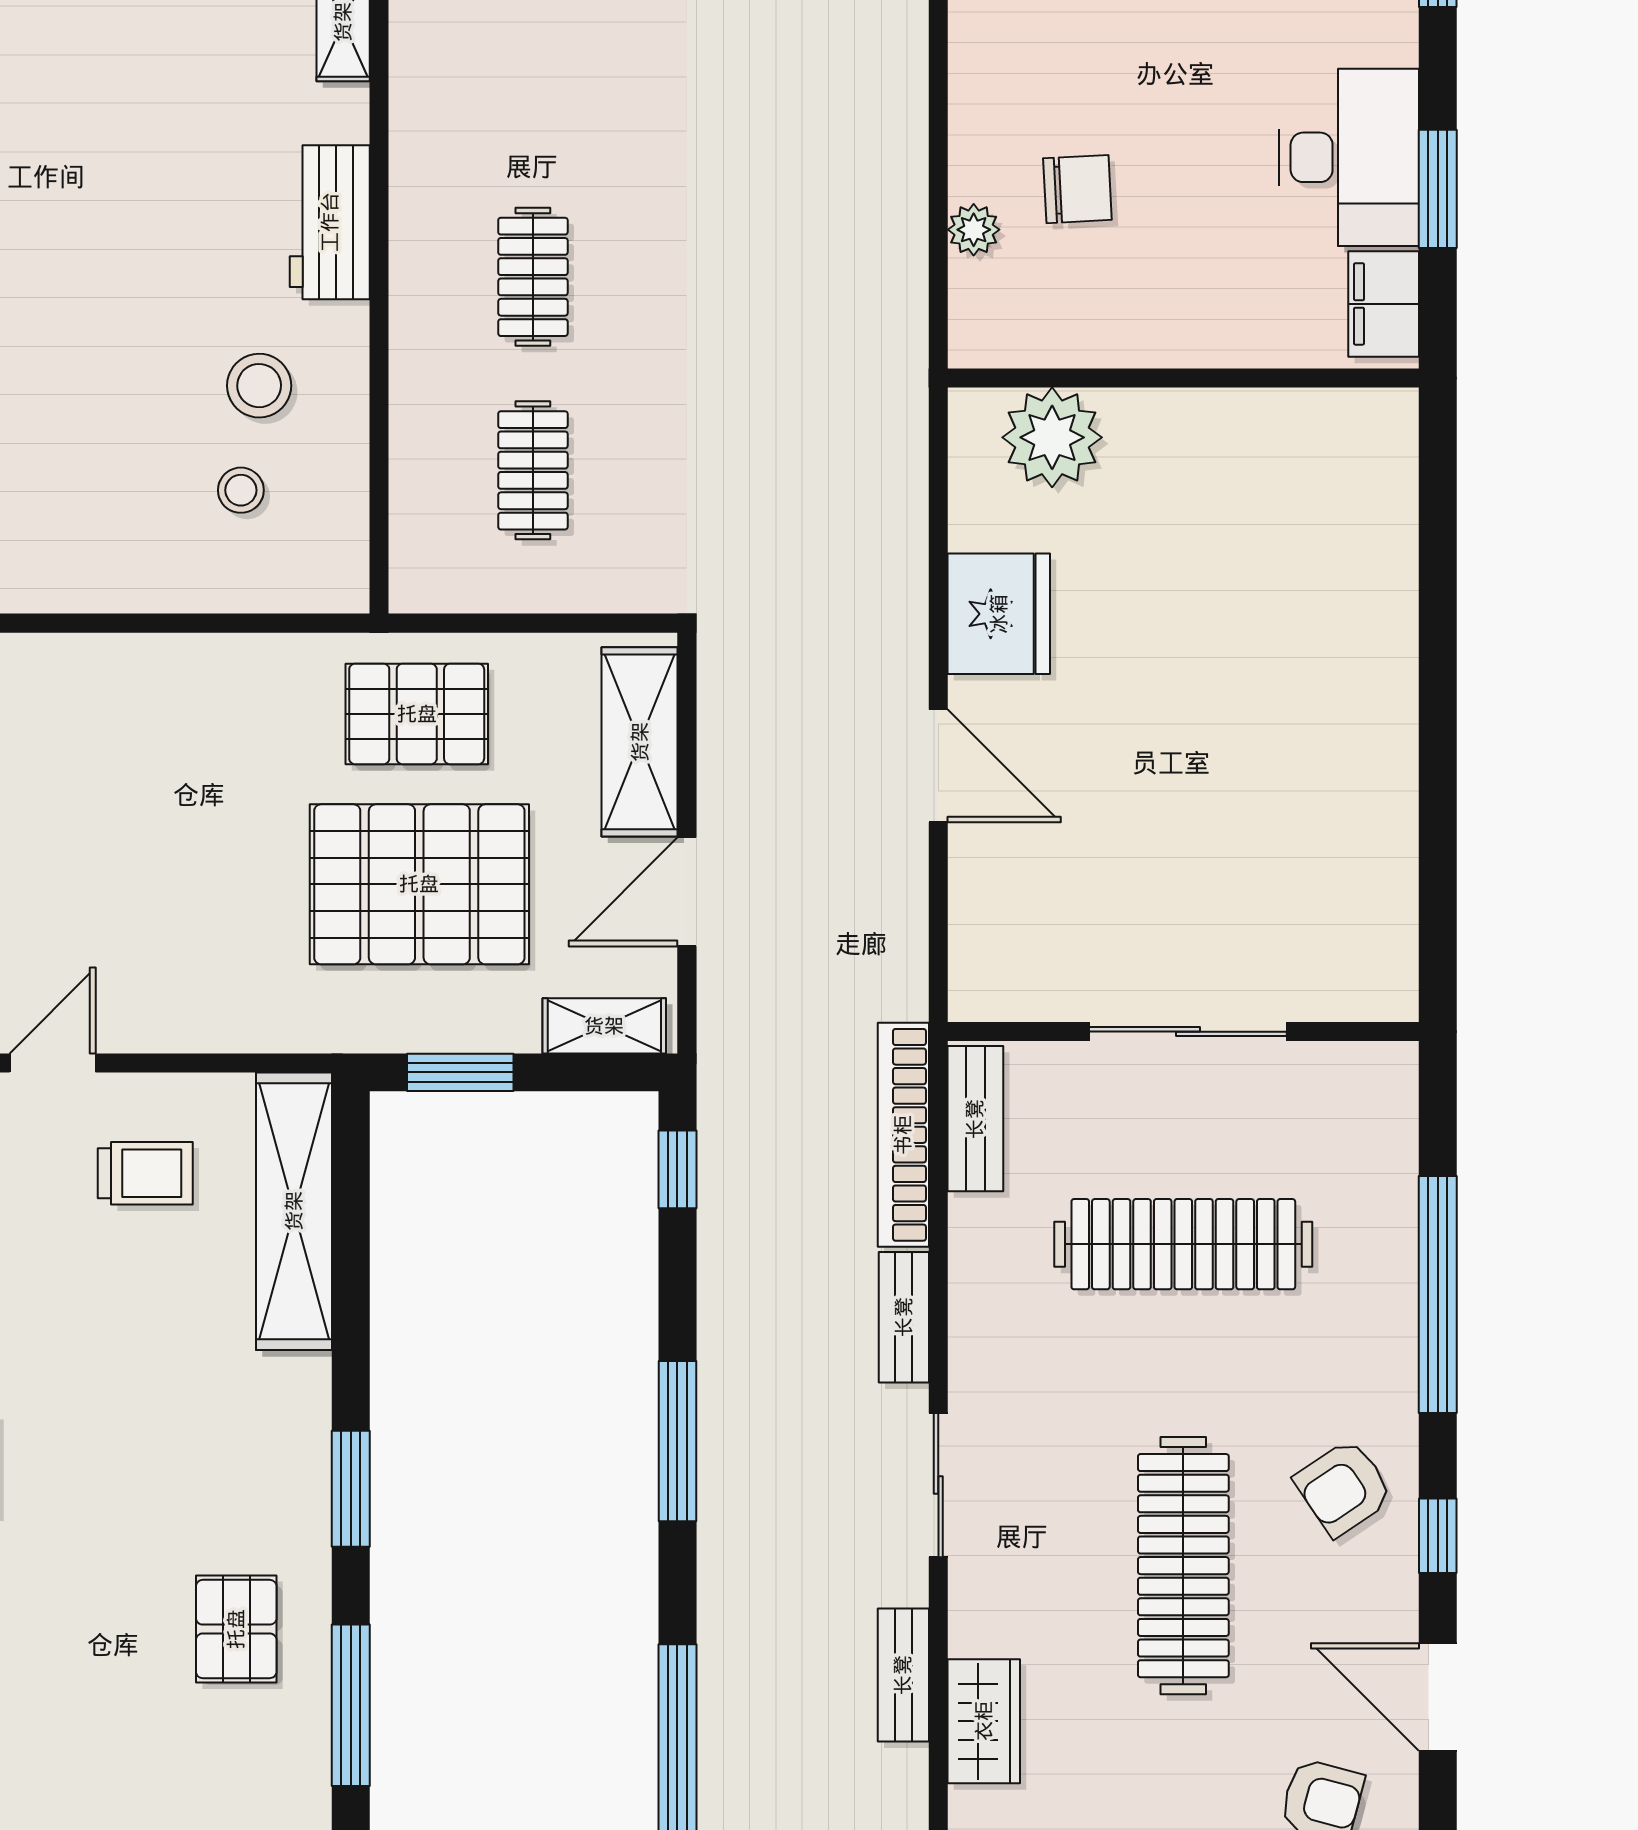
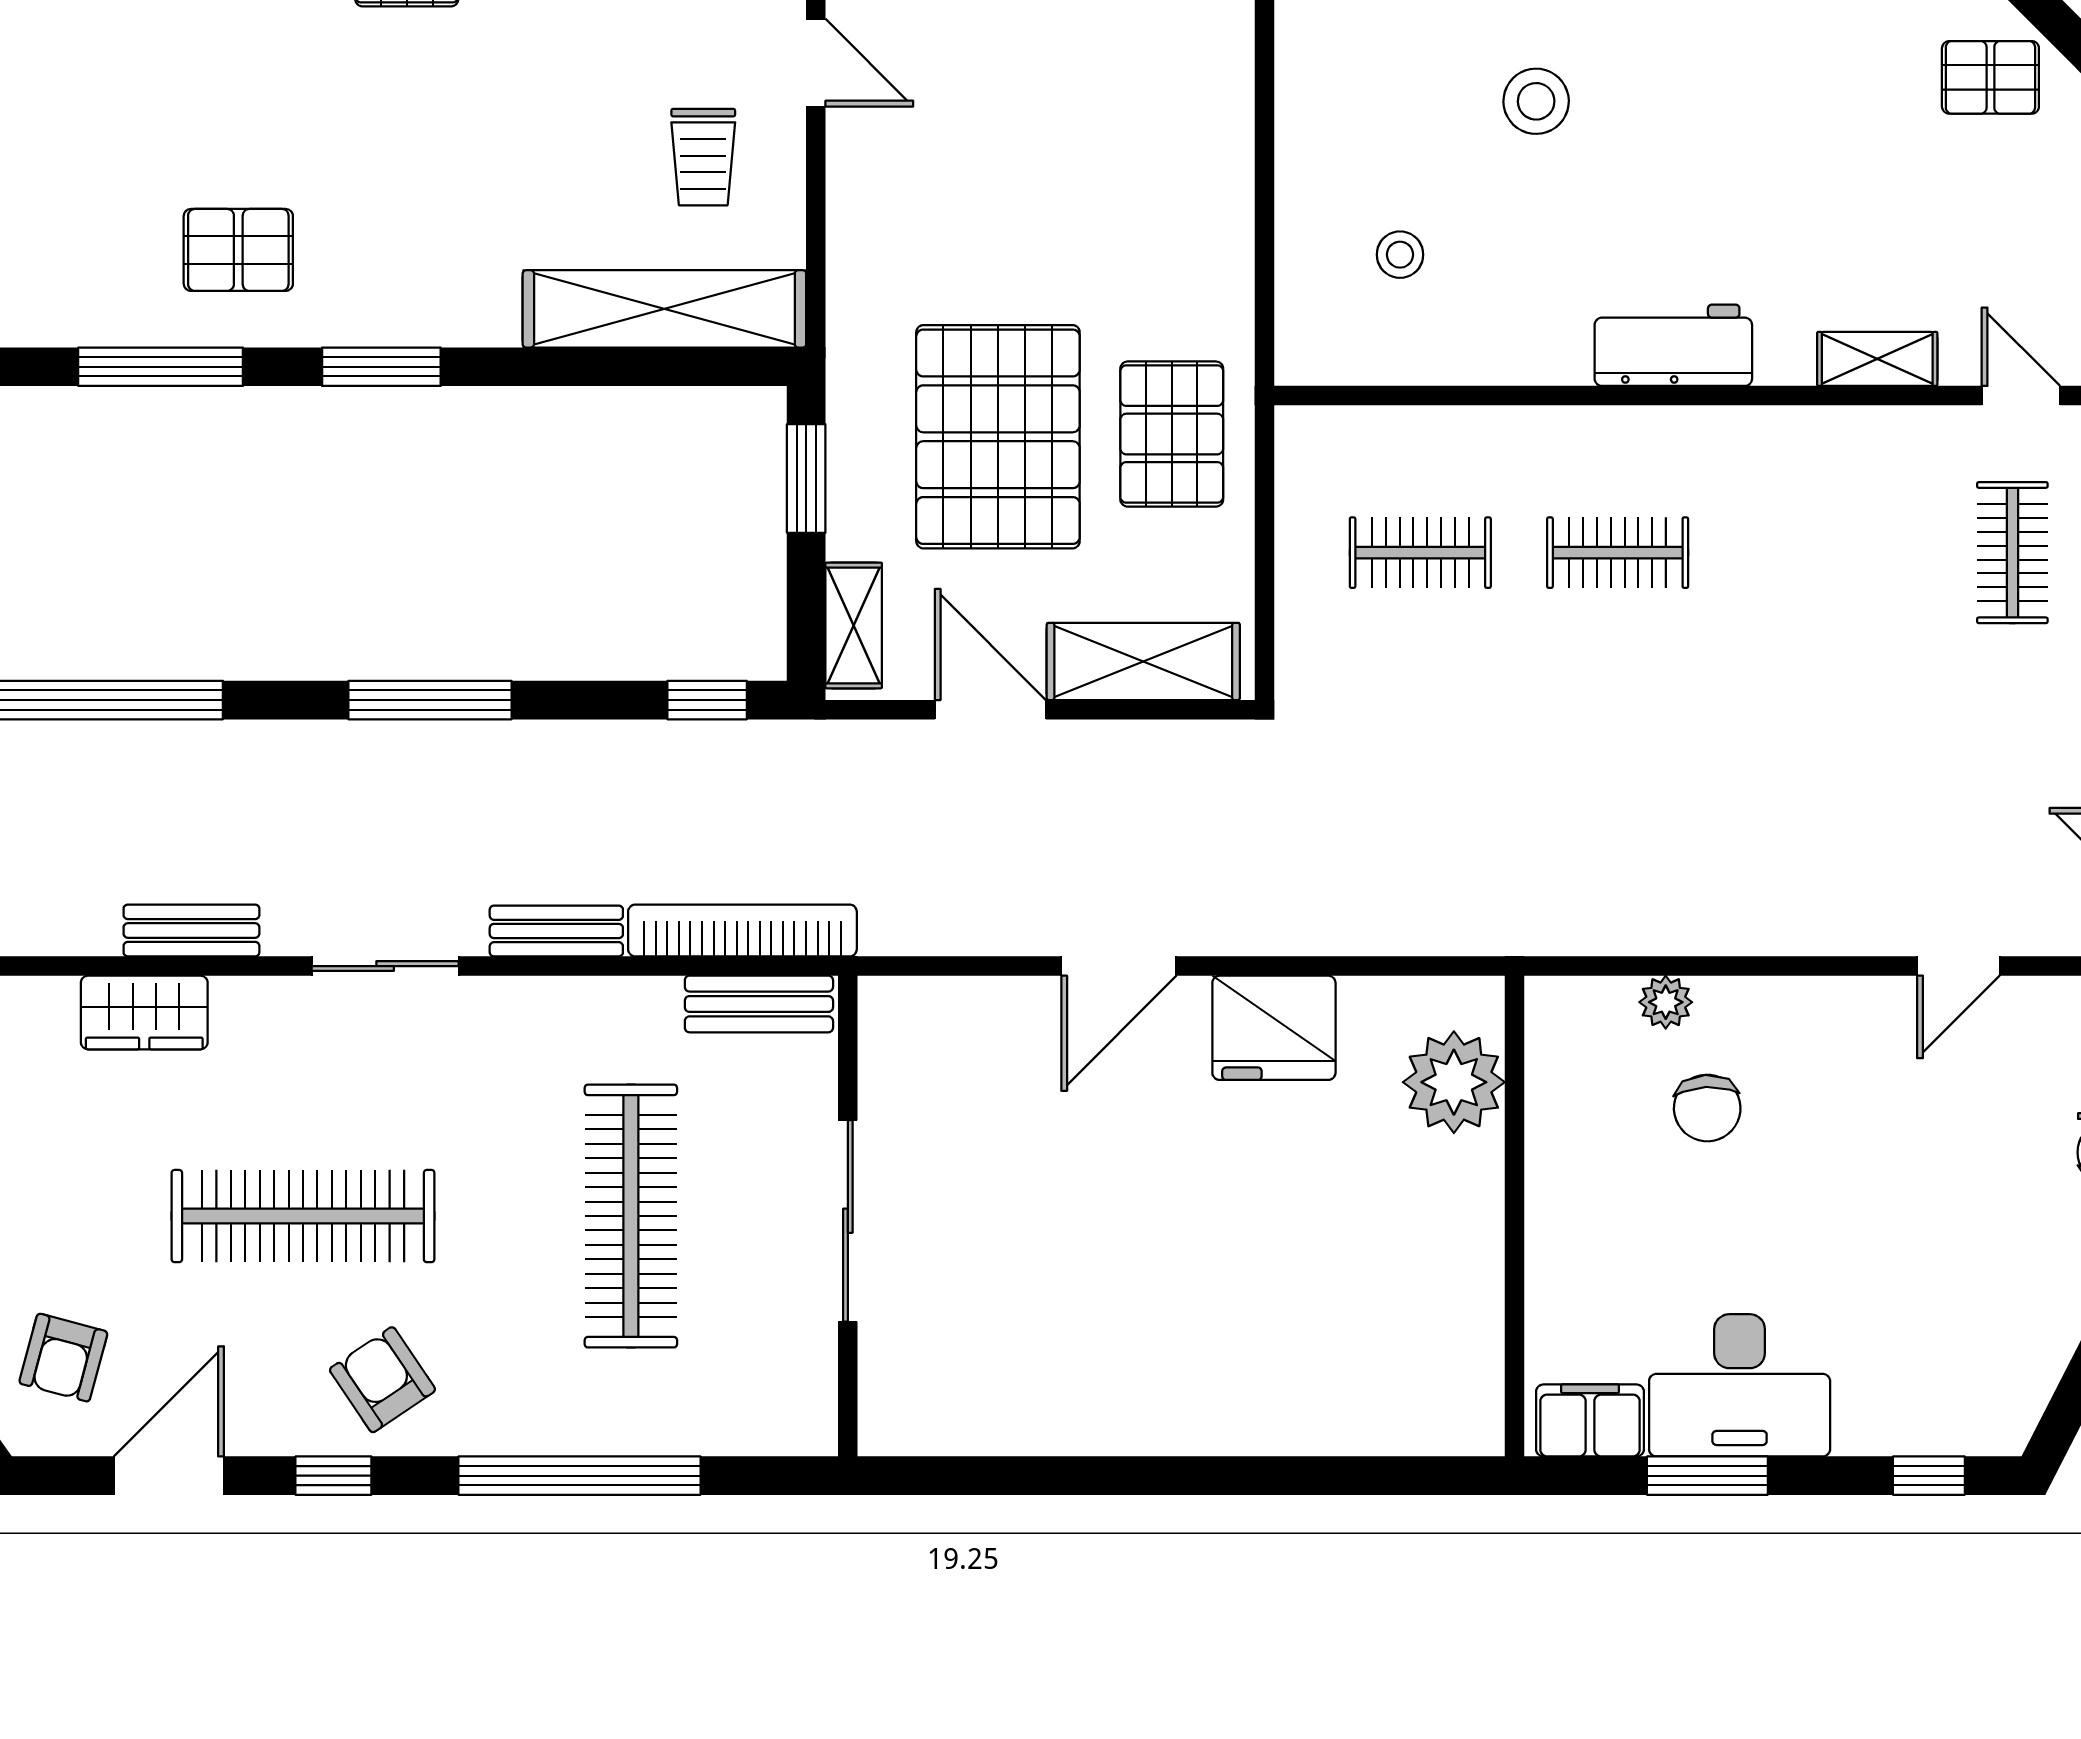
stool: (259, 386) -> (1536, 101), moved

